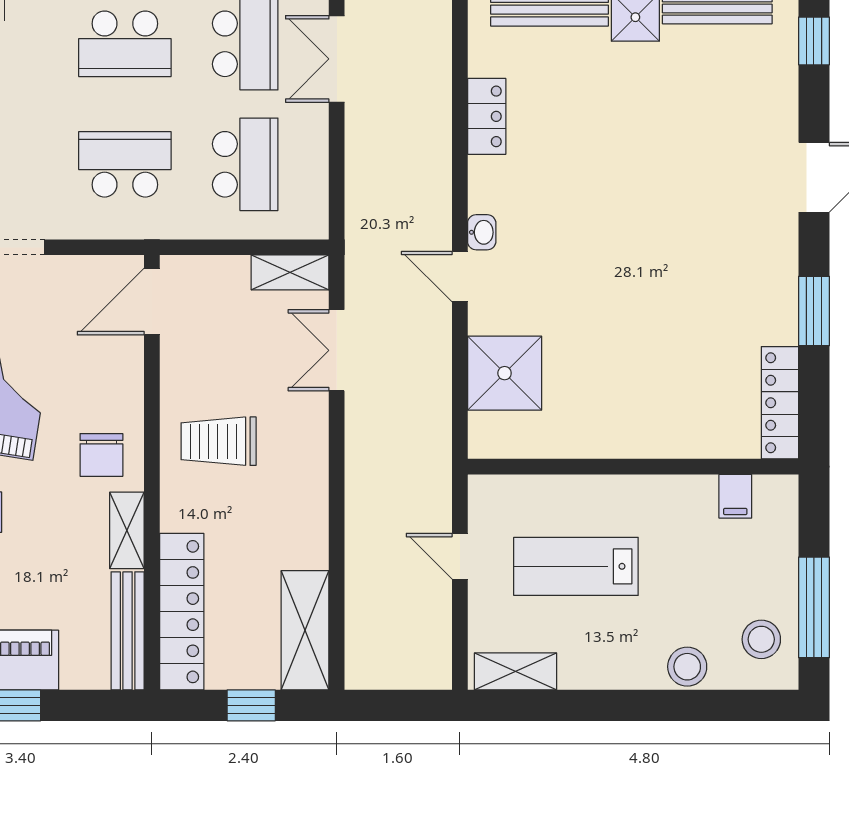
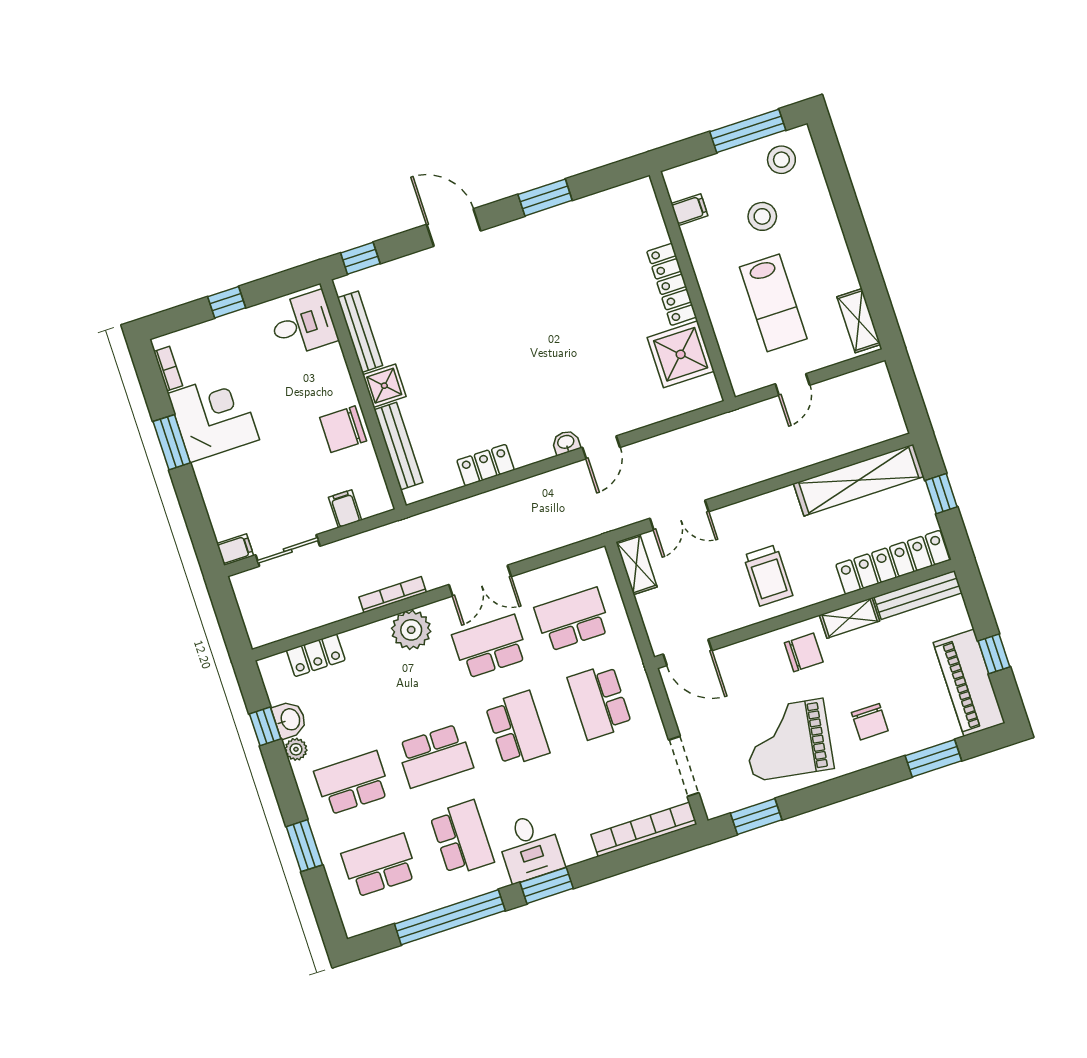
shower: (505, 373) -> (681, 354), moved
locker: (780, 403) -> (672, 284), moved, turned 90
shelving: (305, 630) -> (859, 480), width x1.47
stool: (687, 667) -> (762, 216), moved

